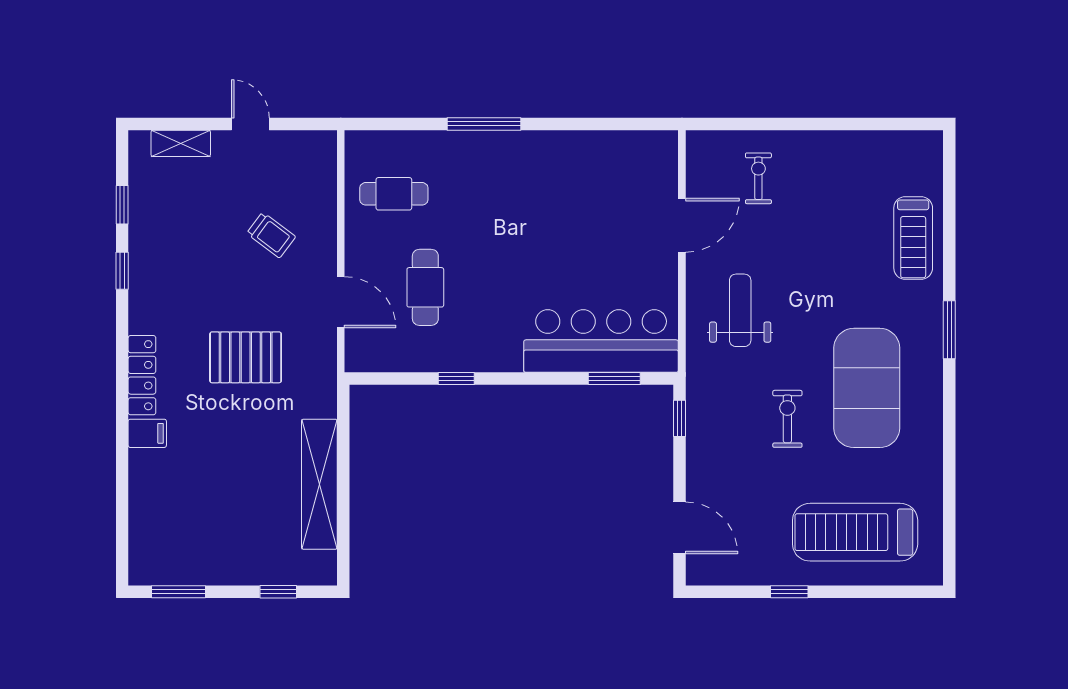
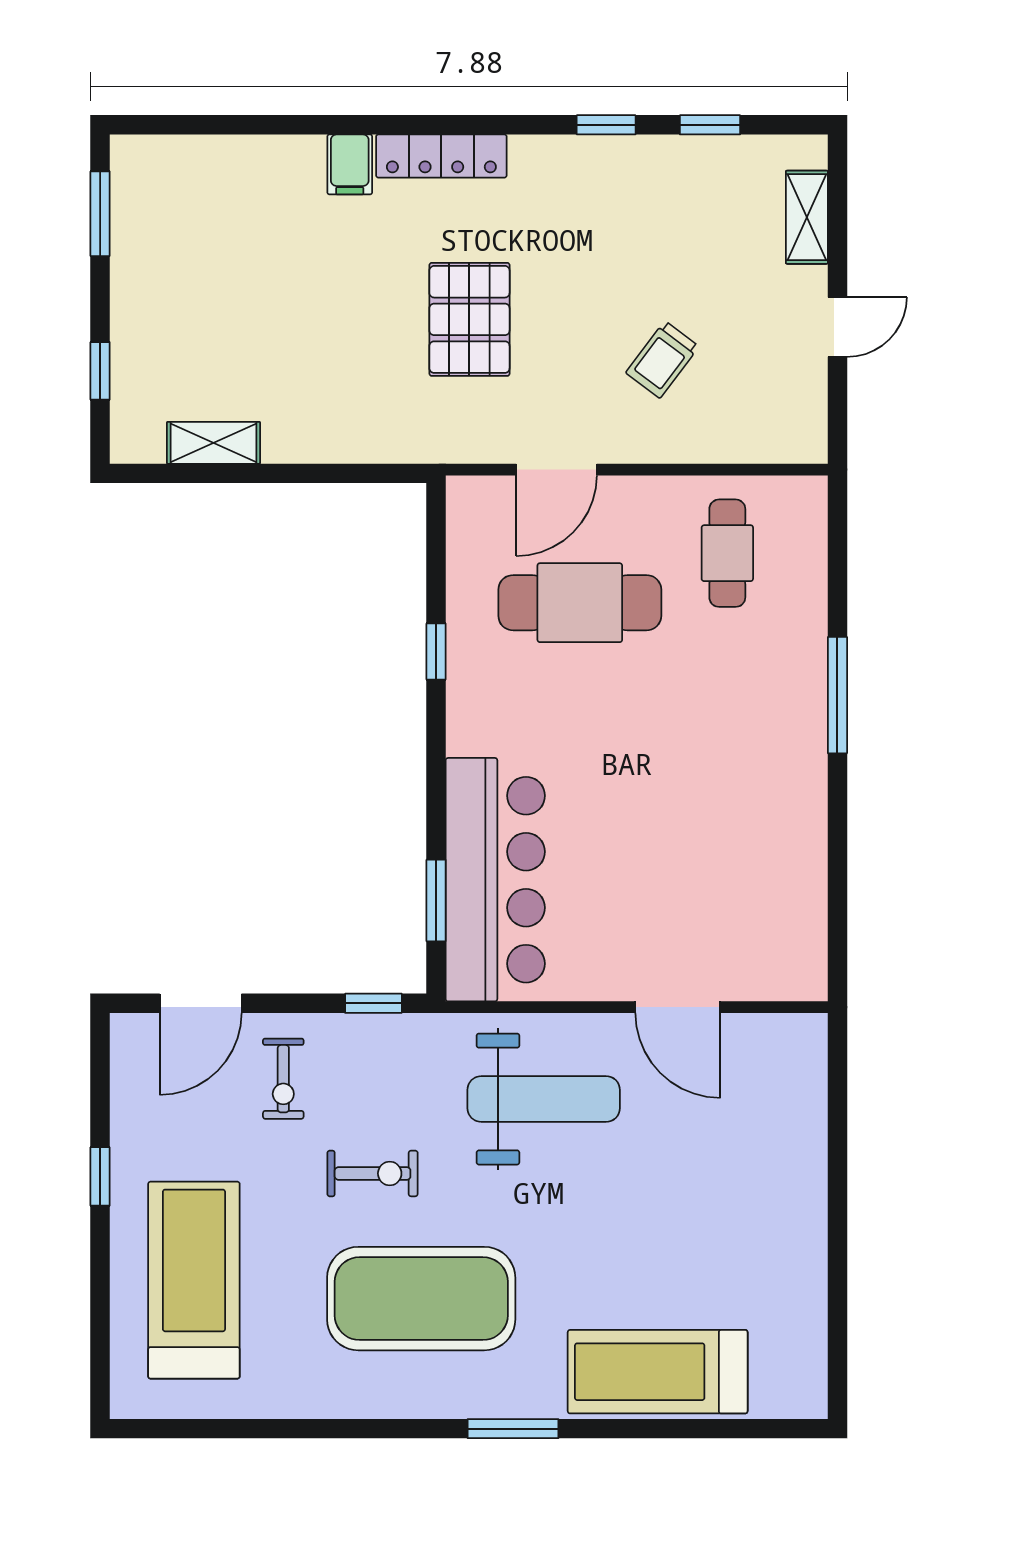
exercise bike: (758, 178) -> (283, 1079), moved, turned 90
treadmill: (913, 238) -> (658, 1372), width x1.37, depth x1.38
cafe table: (425, 287) -> (580, 603), width x1.37, depth x1.35
weight bench: (740, 310) -> (544, 1099), width x1.36, depth x1.33
shelving: (319, 484) -> (213, 443), width x0.45, depth x0.75

